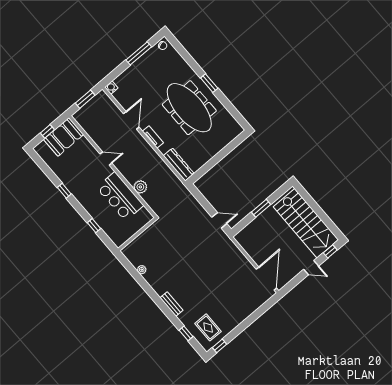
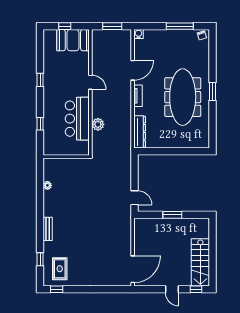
stairs: (306, 223) -> (200, 262), width x0.73, depth x0.66

